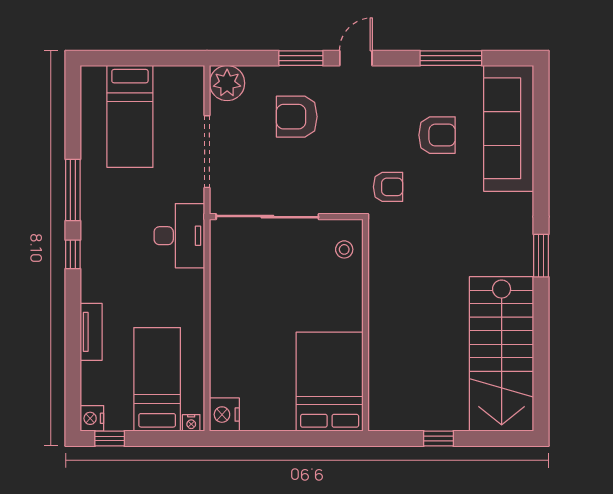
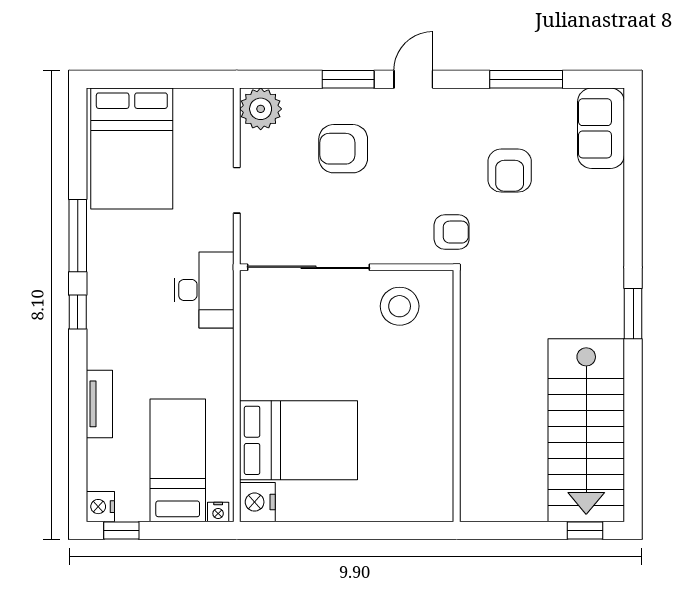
bed: (130, 116) -> (132, 148), width x1.50
sofa: (509, 128) -> (601, 128), width x0.54, depth x0.79
armchair: (437, 135) -> (510, 171), turned 90
doorway: (207, 152) -> (237, 190), width x0.53
stool: (344, 249) -> (400, 306), width x1.89, depth x1.89
wall: (365, 325) -> (457, 396), moved
bed: (330, 382) -> (298, 440), moved, turned 90
window: (439, 438) -> (585, 530), moved

